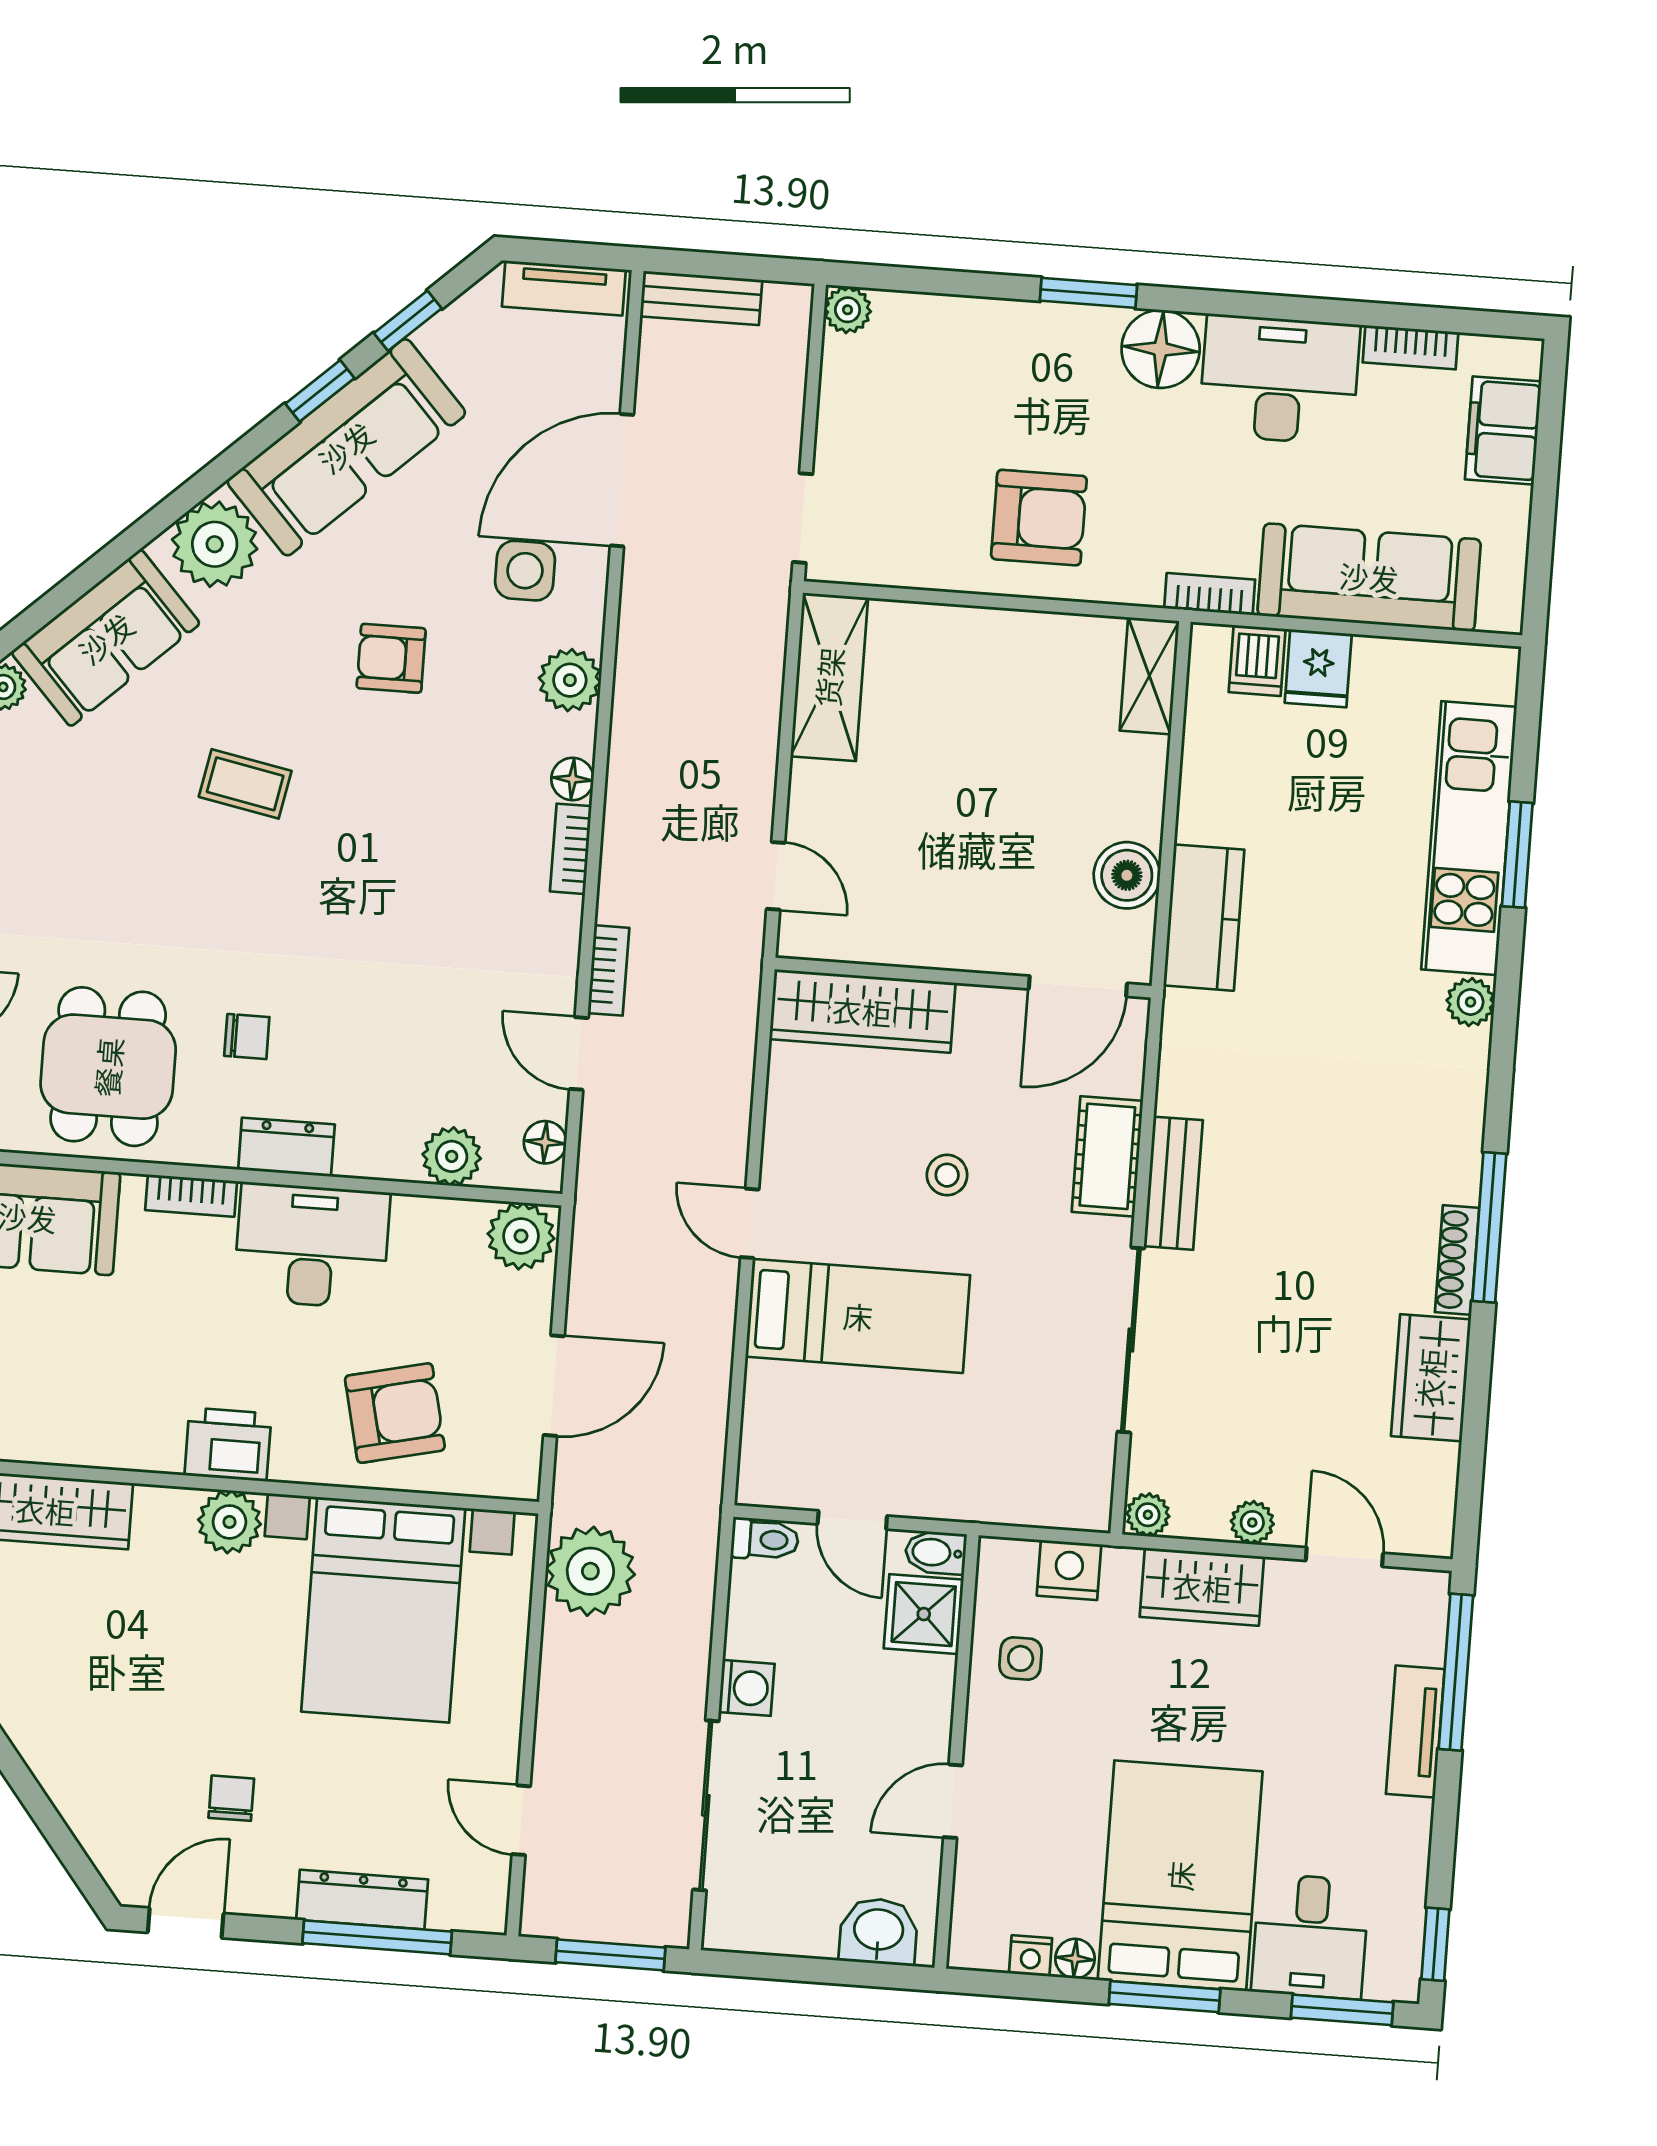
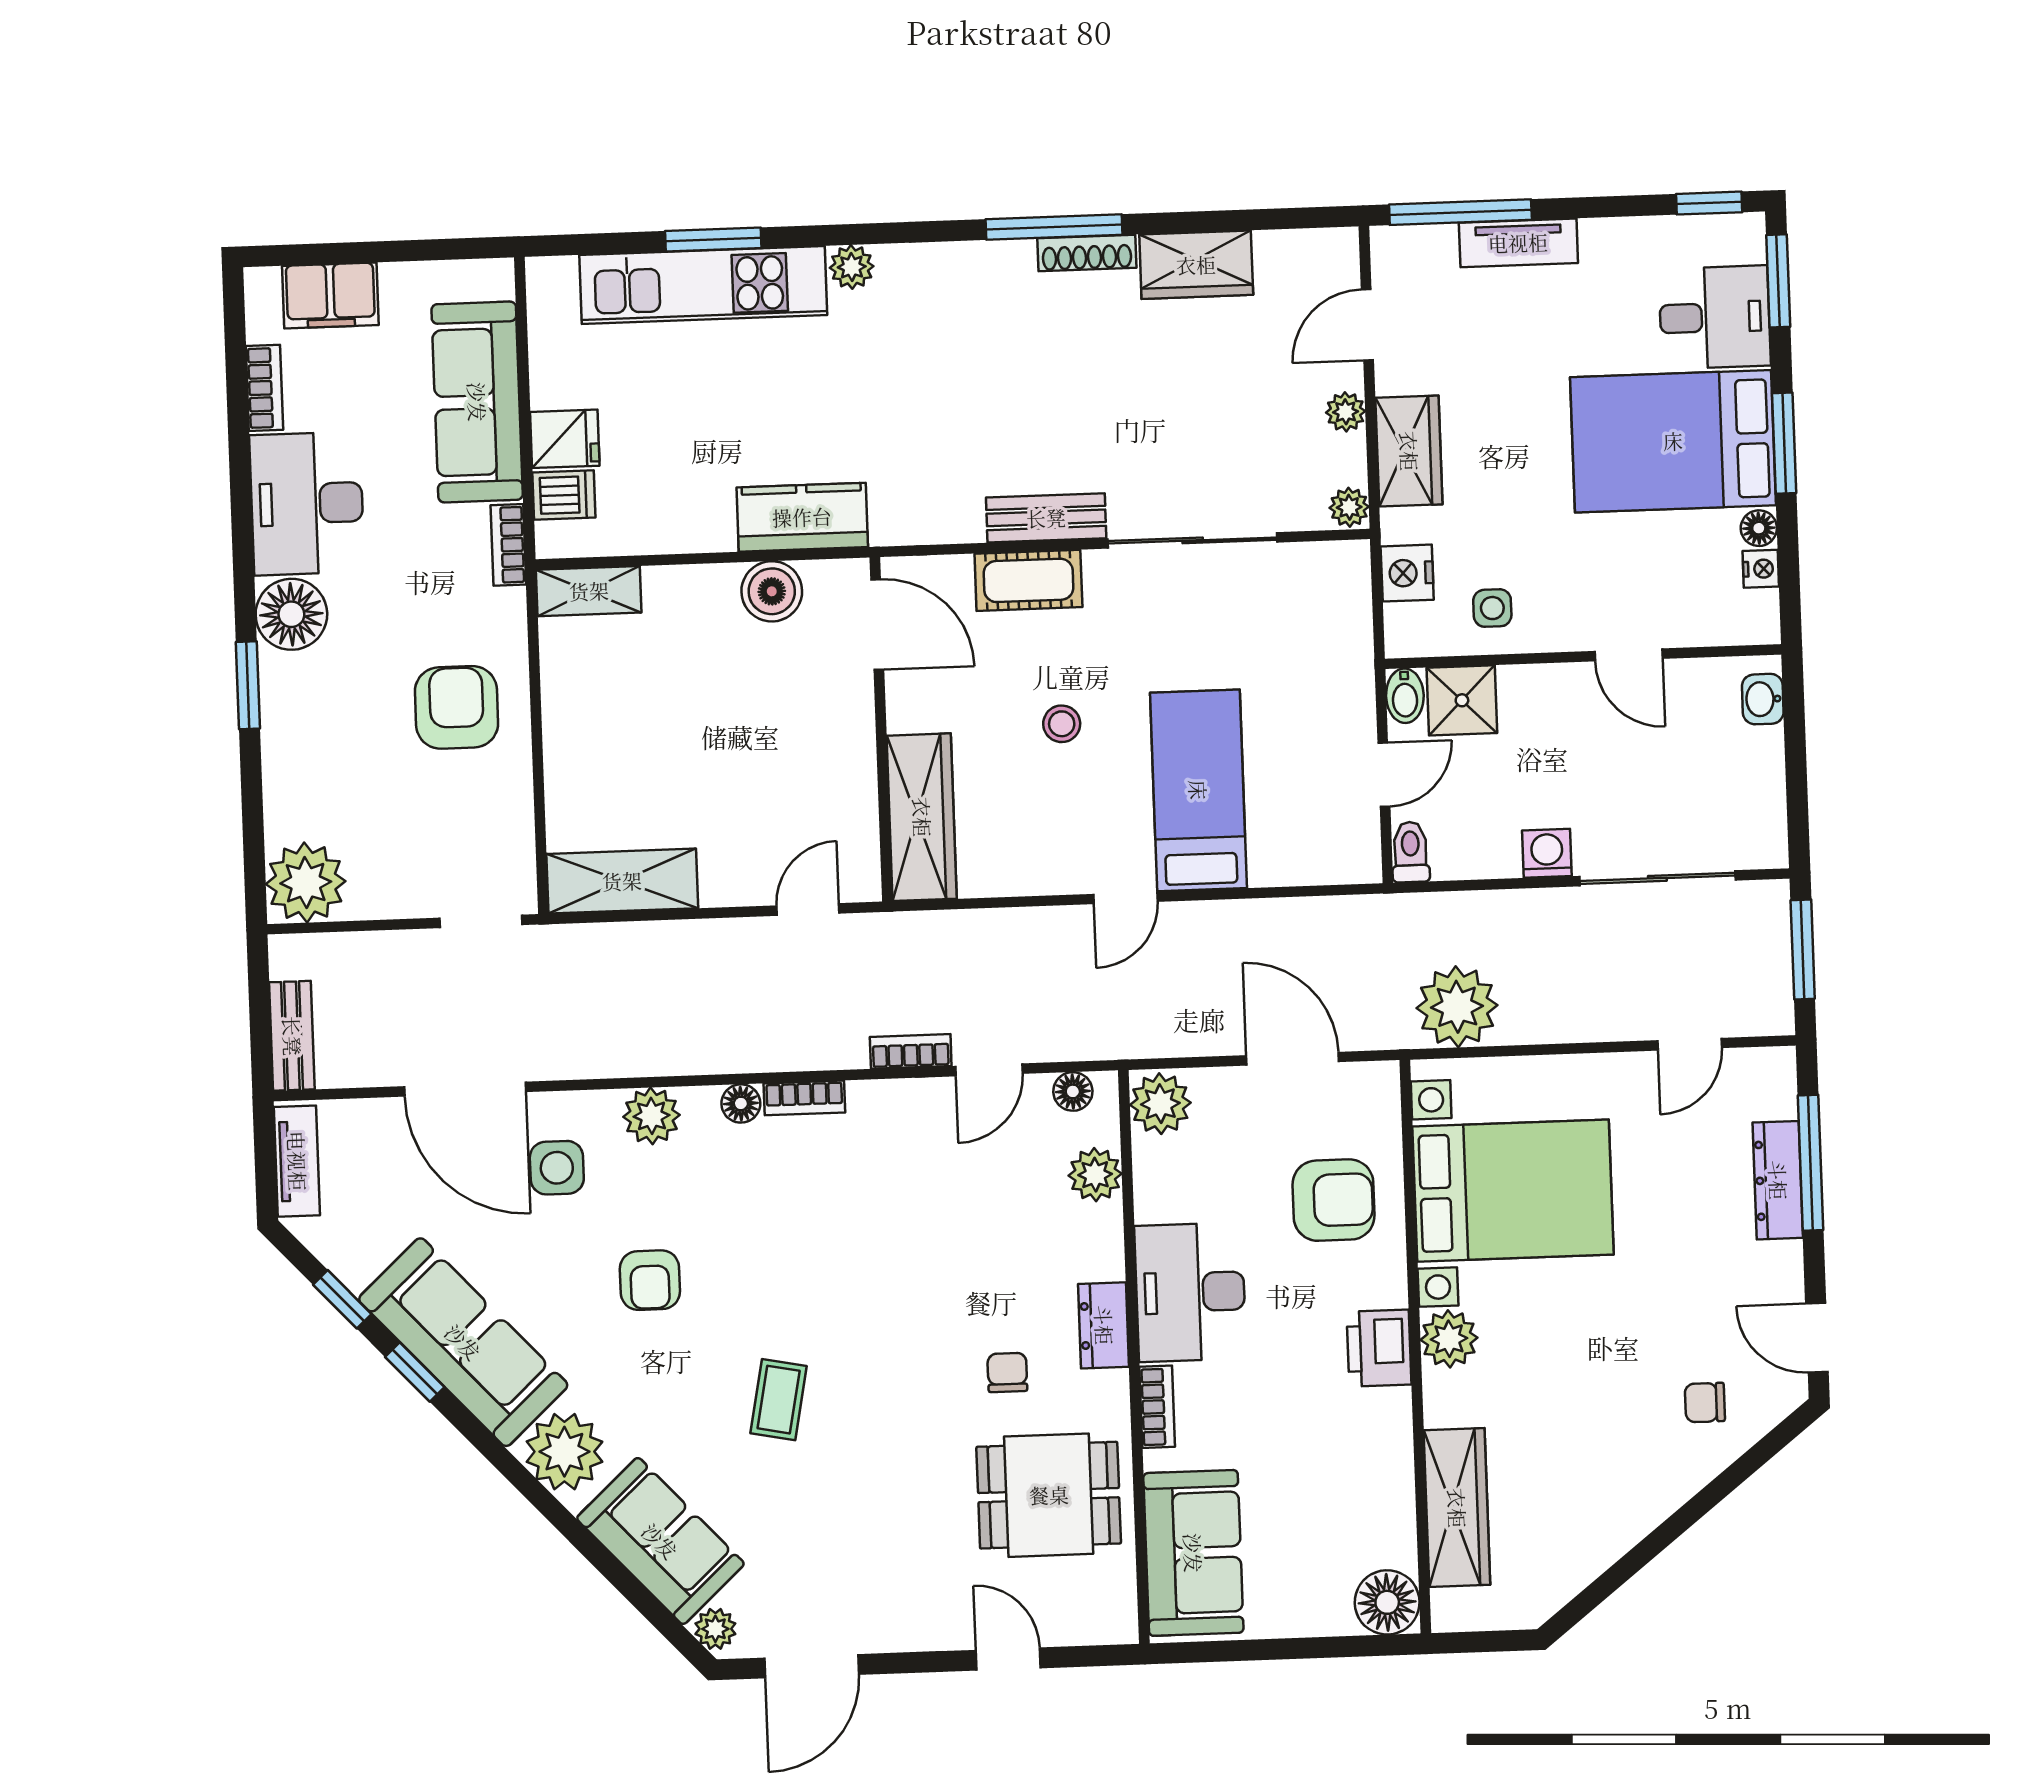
plant: (848, 310) -> (306, 883), width x1.87, depth x1.87
armchair: (395, 1413) -> (1334, 1200), turned 103
chair: (231, 1798) -> (1705, 1403), moved
washbasin: (879, 1931) -> (1763, 699), width x0.72, depth x0.69

